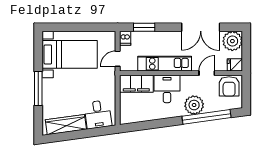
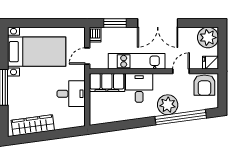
double door: (201, 27) -> (158, 23), moved
desk: (98, 114) -> (71, 94), moved, turned -82

